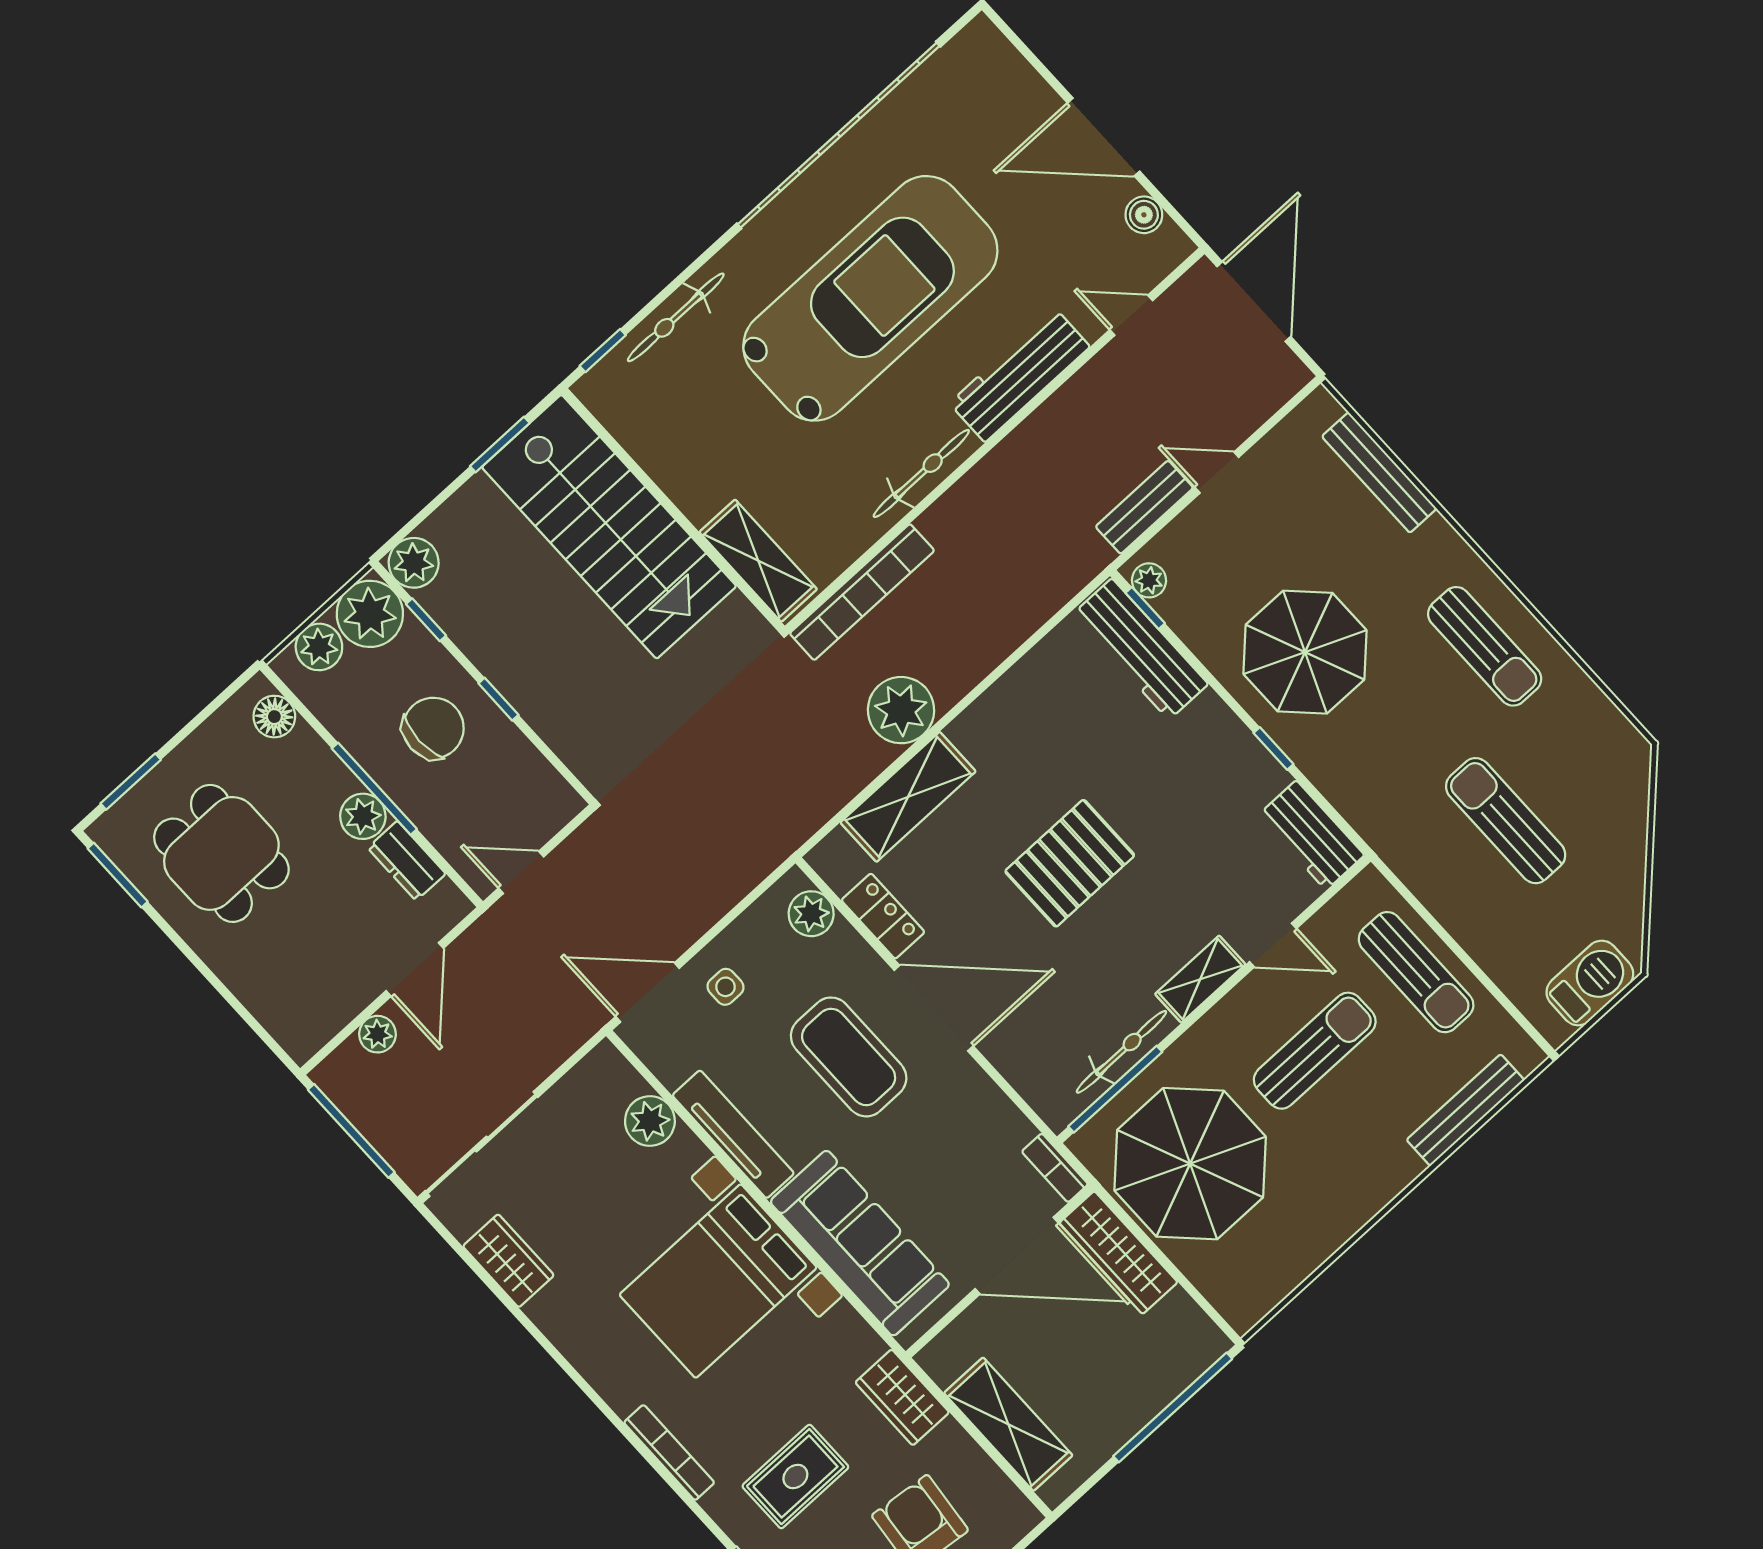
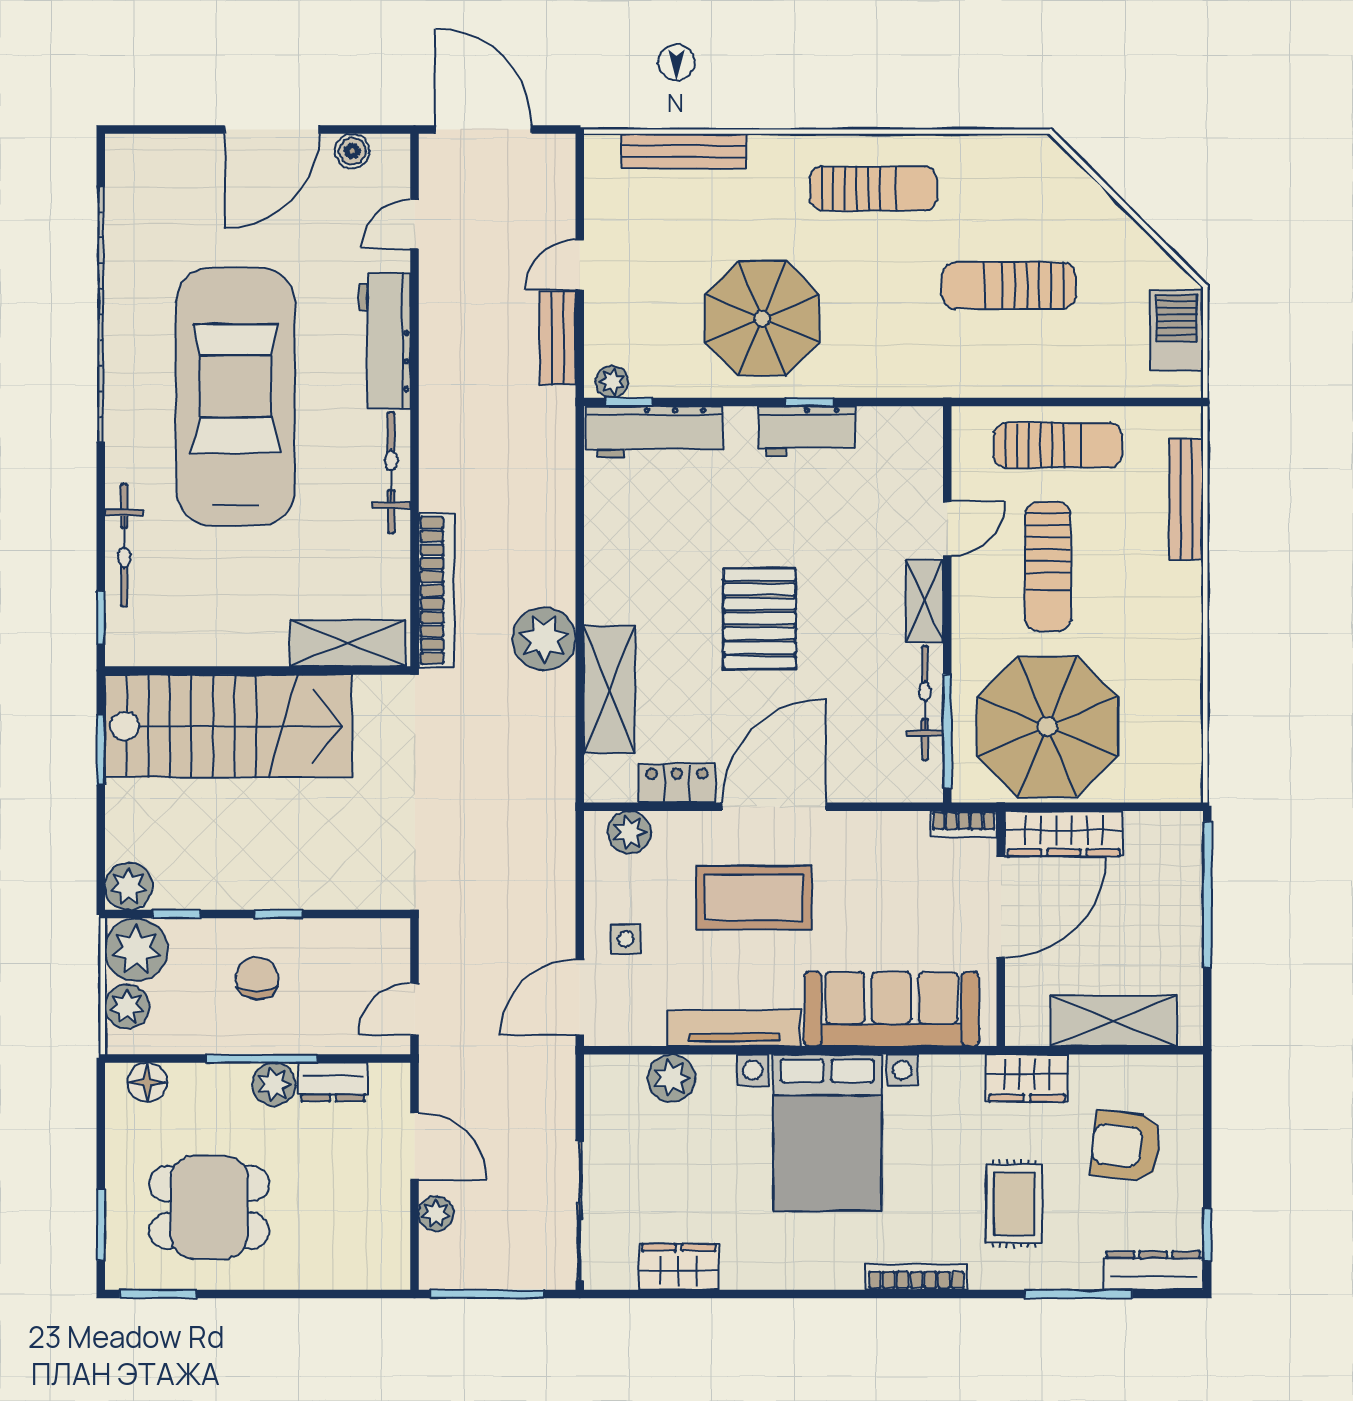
chair: (433, 728) -> (257, 978), width x0.73, depth x0.73
workbench: (1311, 835) -> (807, 431), moved
sun lounger: (1315, 1051) -> (1048, 567), turned 180

